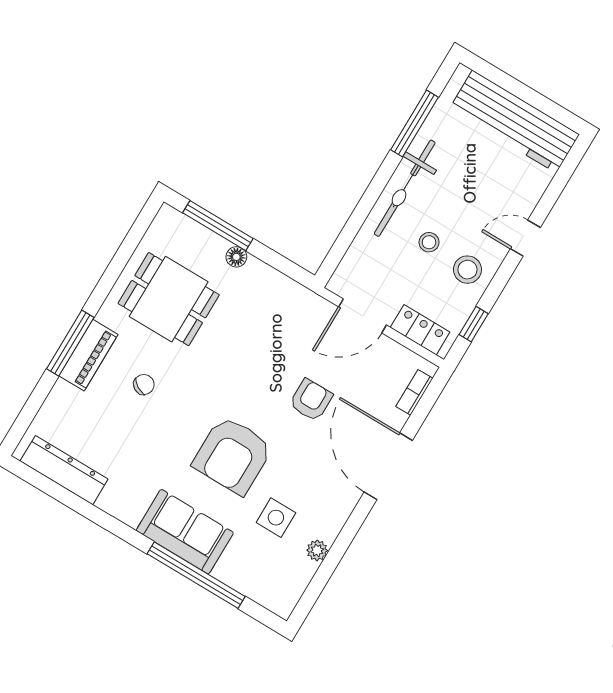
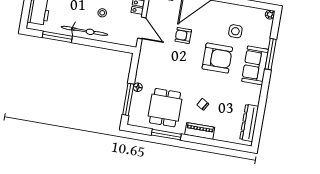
window: (70, 343) -> (166, 135), moved
plant: (317, 550) -> (270, 15), moved
window: (196, 575) -> (271, 54), width x0.68

